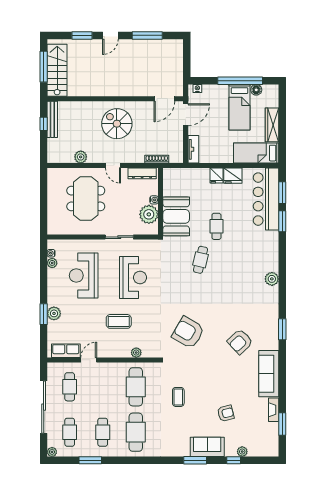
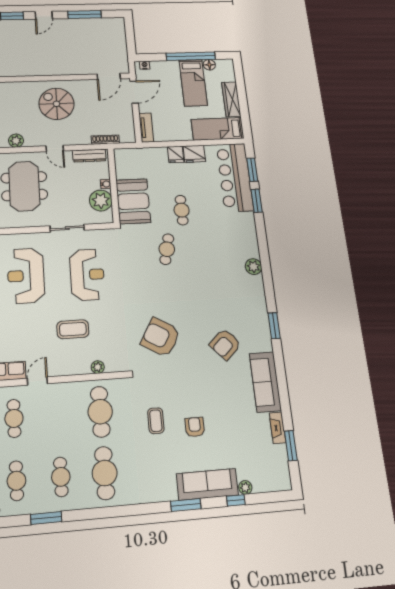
armchair: (226, 413) -> (195, 427), moved, turned -76
sofa: (207, 447) -> (207, 484), width x1.36

